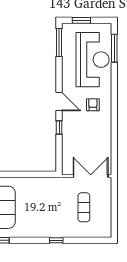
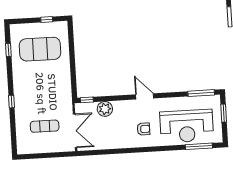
door: (59, 101) -> (145, 96), swing flipped
window: (59, 128) -> (87, 100), moved
plant: (70, 144) -> (105, 109), added

